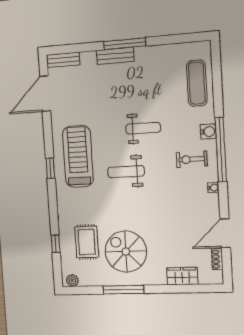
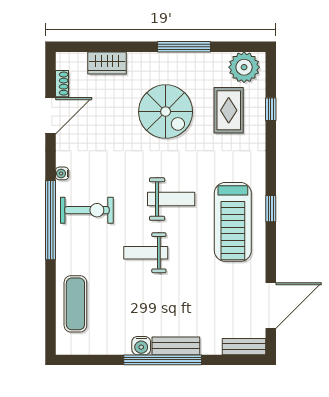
window: (125, 44) -> (163, 360), width x1.46
water cooler: (208, 132) -> (141, 346), moved, turned -90
exercise bike: (192, 159) -> (87, 210), width x1.38, depth x1.39
spiral stairs: (126, 251) -> (166, 112), moved
plant: (72, 281) -> (244, 67), width x1.88, depth x1.88

